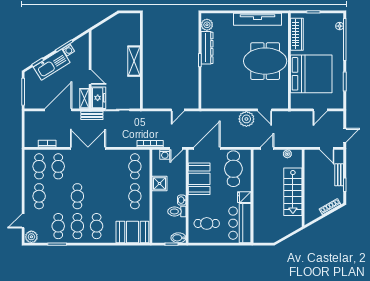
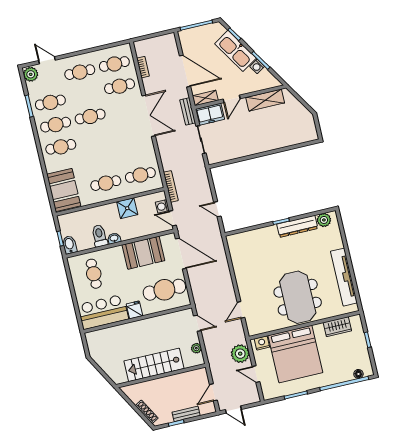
wardrobe: (297, 34) -> (337, 327), width x0.67
shelving: (134, 61) -> (265, 100), moved
nightstand: (296, 99) -> (262, 343), added
plant: (246, 119) -> (240, 354), moved

